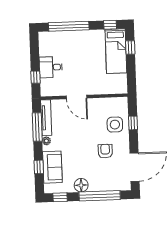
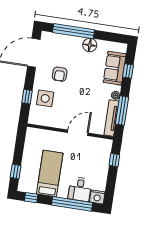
nightstand: (45, 38) -> (97, 197), added
bed: (116, 51) -> (50, 173), moved
desk: (51, 67) -> (80, 189), moved, turned 90
door: (76, 97) -> (78, 133), hinge flipped
window: (60, 197) -> (113, 37), removed

